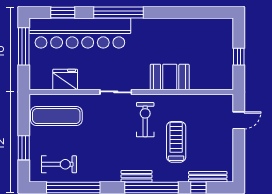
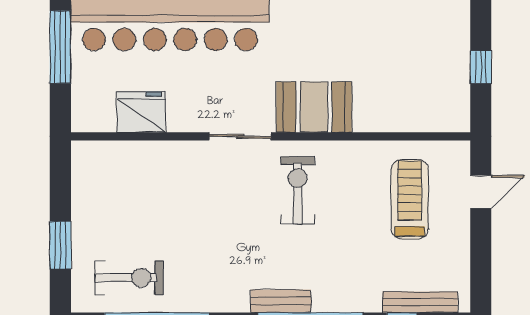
booth: (170, 77) -> (314, 107), moved
exercise mat: (56, 116) -> (124, 183), removed
treadmill: (176, 142) -> (410, 199), moved

